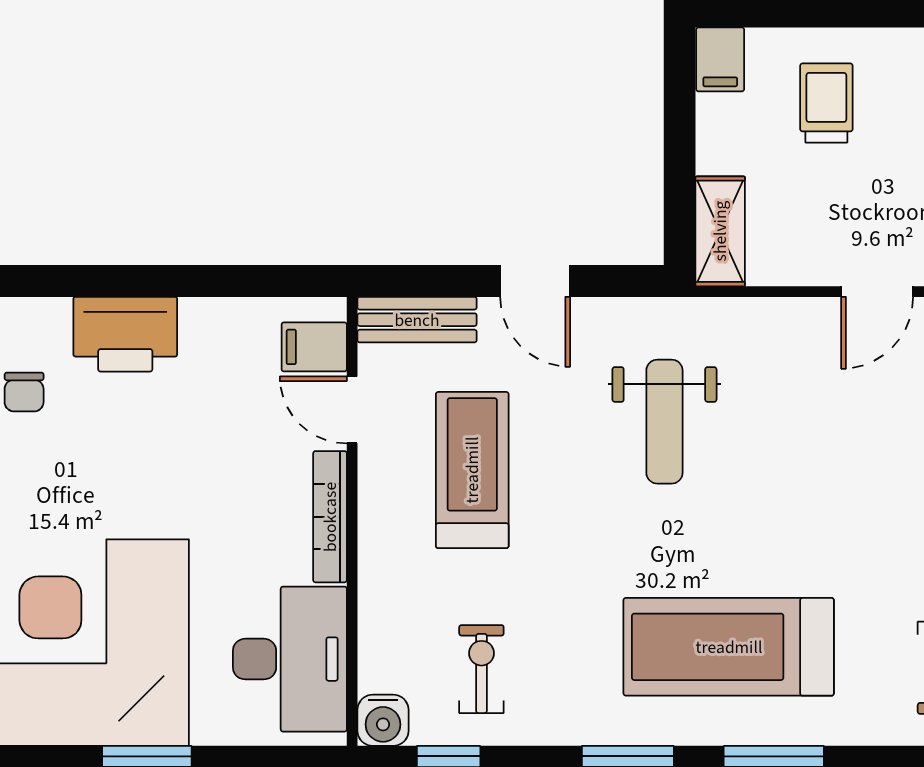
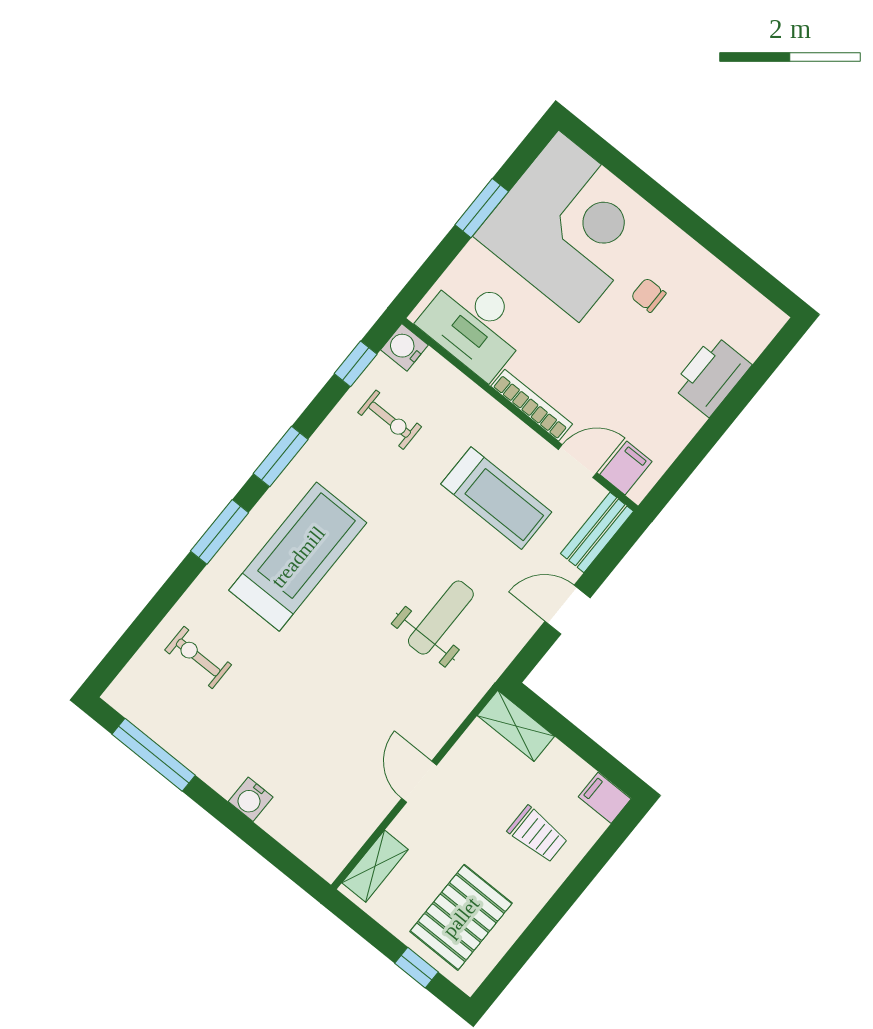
chair: (24, 392) -> (648, 295), moved
weight bench: (664, 422) -> (441, 618), turned 90

